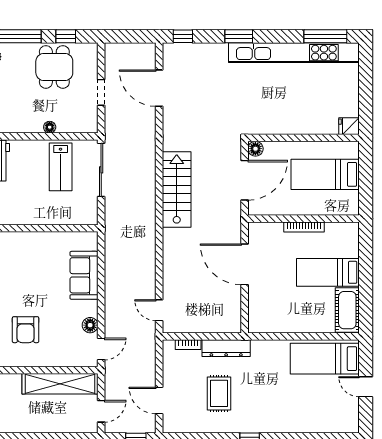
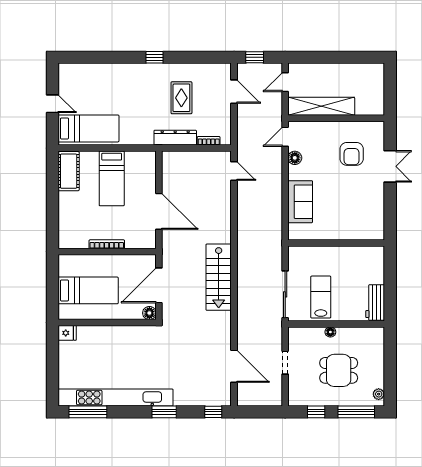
dining table: (54, 67) -> (339, 370), moved, turned 90
bed: (328, 272) -> (112, 178), moved, turned 90
armchair: (26, 330) -> (352, 154), turned 180

